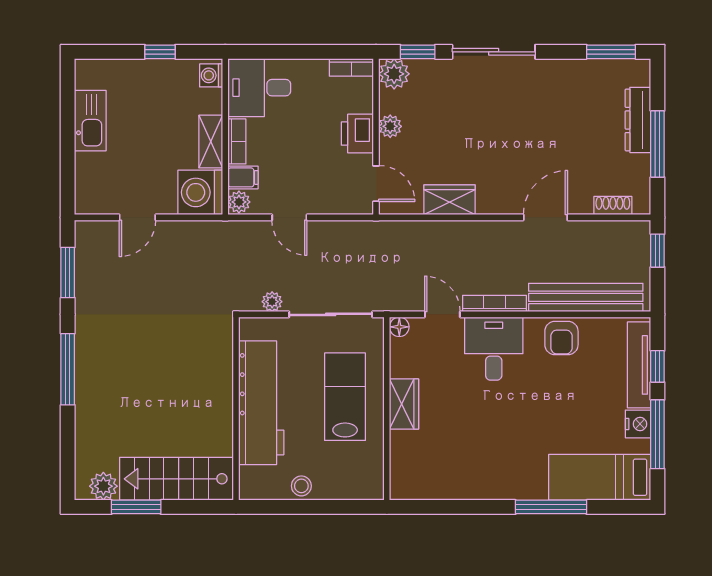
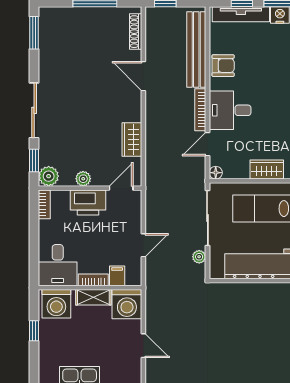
washing machine: (211, 75) -> (56, 304), width x1.89, depth x1.89
dresser: (638, 120) -> (79, 15), removed
printer: (357, 134) -> (88, 202), width x1.37, depth x1.19
plant: (239, 202) -> (133, 279), removed
shoe rack: (613, 206) -> (136, 32), width x1.43

